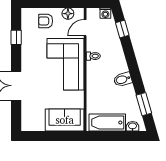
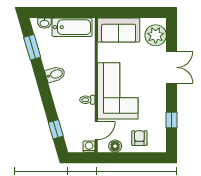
washing machine: (105, 13) -> (89, 147), moved
armchair: (46, 21) -> (139, 138), turned -90
plant: (31, 115) -> (156, 35), added

